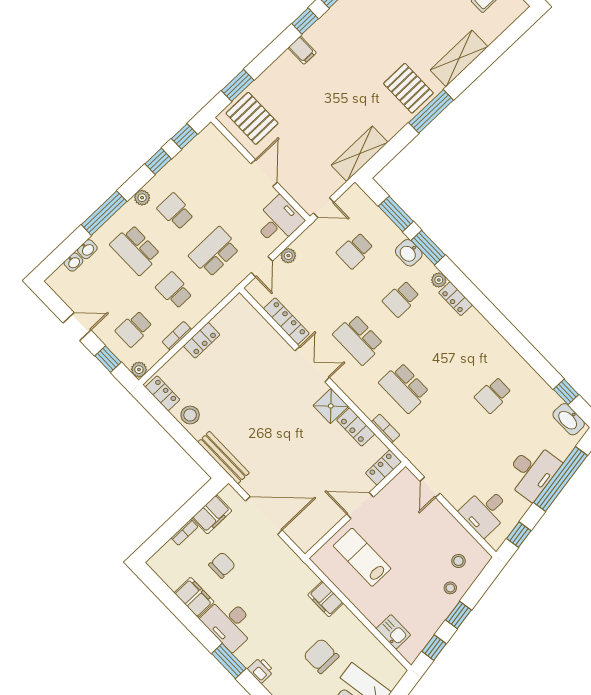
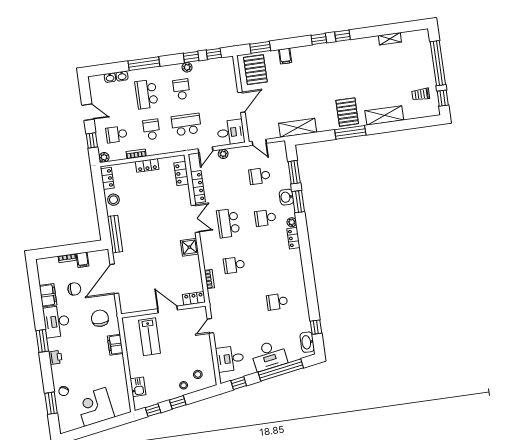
filing cabinet: (302, 50) -> (285, 56), moved
plant: (142, 198) -> (187, 67), moved
school desk: (404, 388) -> (234, 265), width x0.54
locker: (356, 427) -> (181, 174), moved
filing cabinet: (212, 514) -> (83, 260), width x0.50
door: (264, 516) -> (114, 279), swing flipped
lab bench: (362, 557) -> (149, 337), turned 180
chair: (321, 656) -> (100, 318), moved

